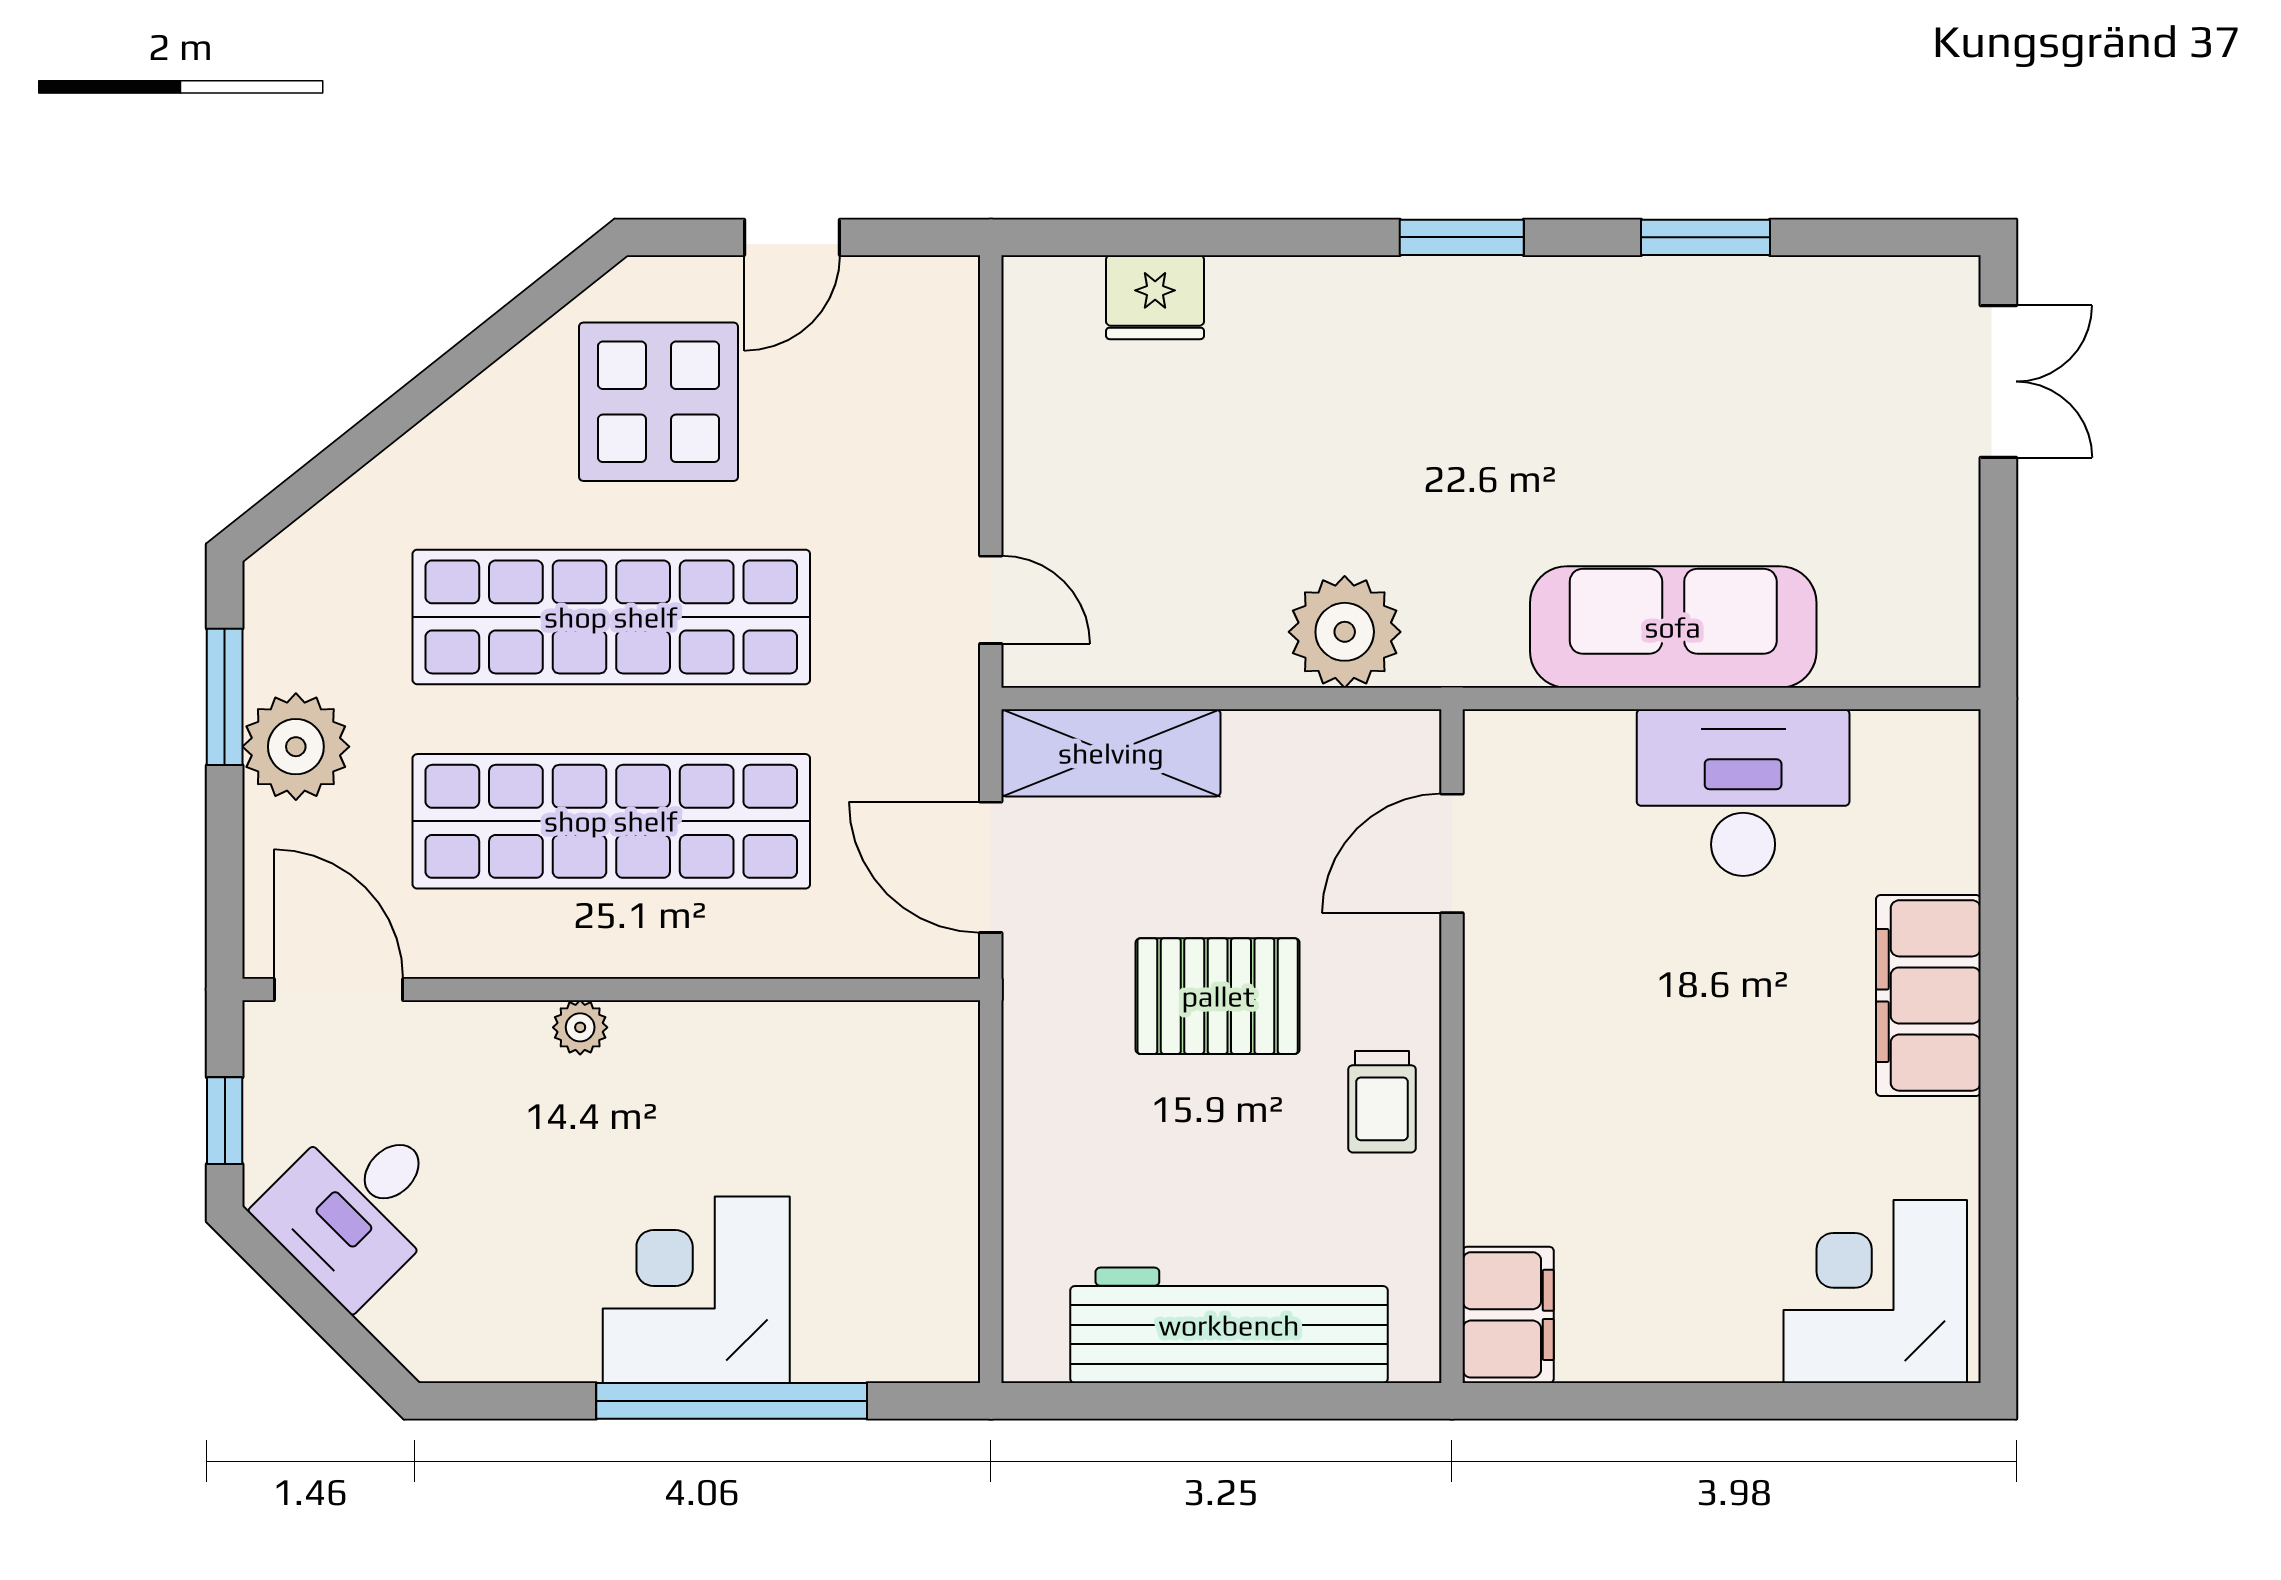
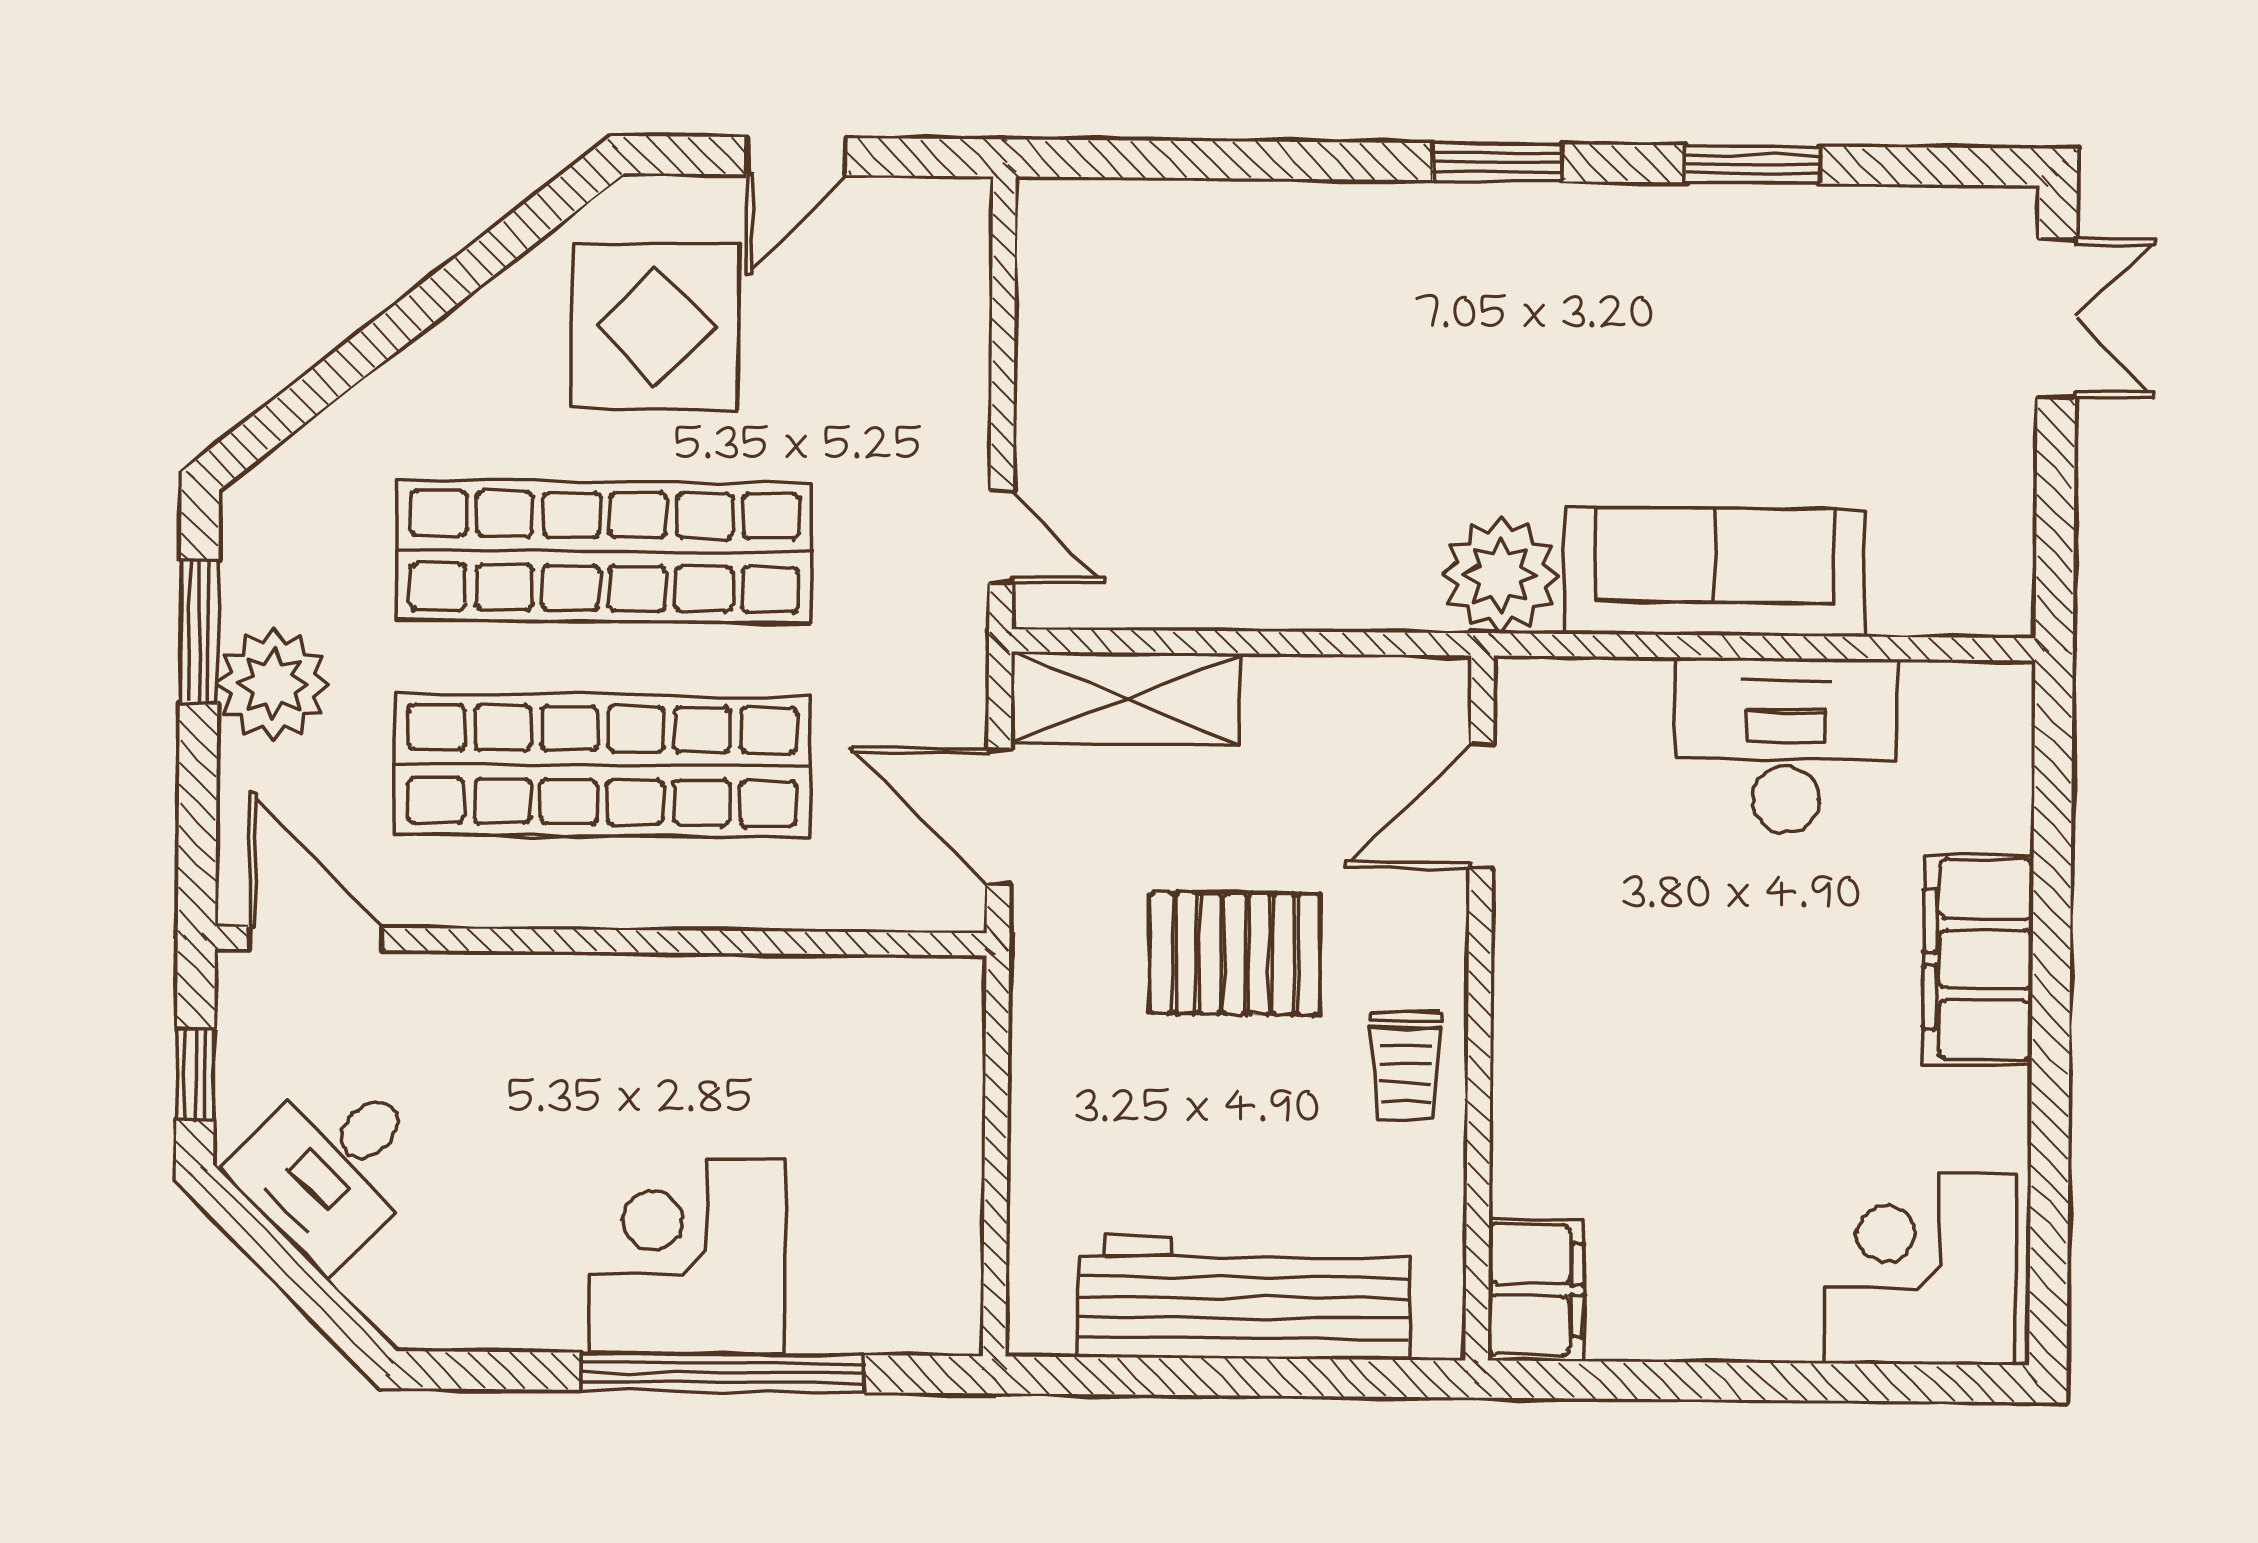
fridge: (1155, 297) -> (1176, 222), removed
plant: (1345, 632) -> (1500, 575), moved
plant: (580, 1027) -> (568, 980), removed

